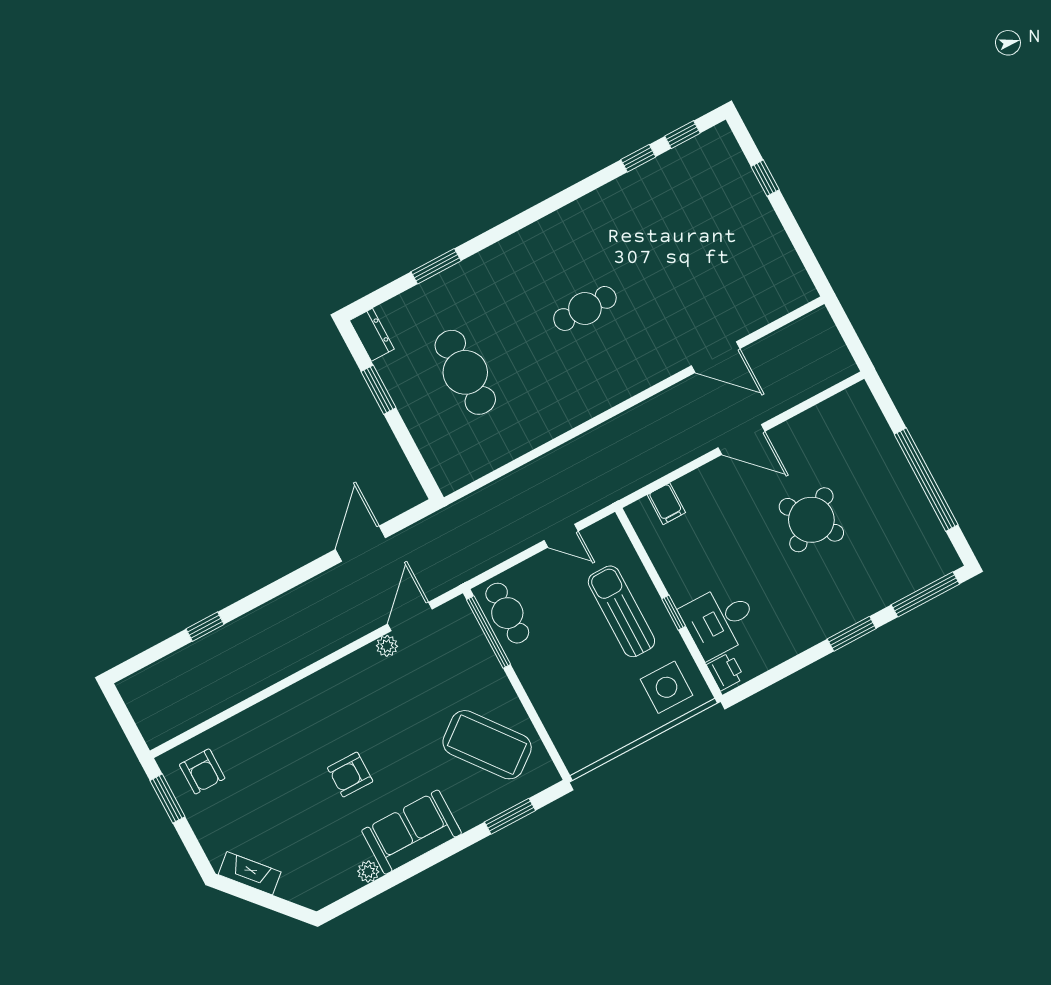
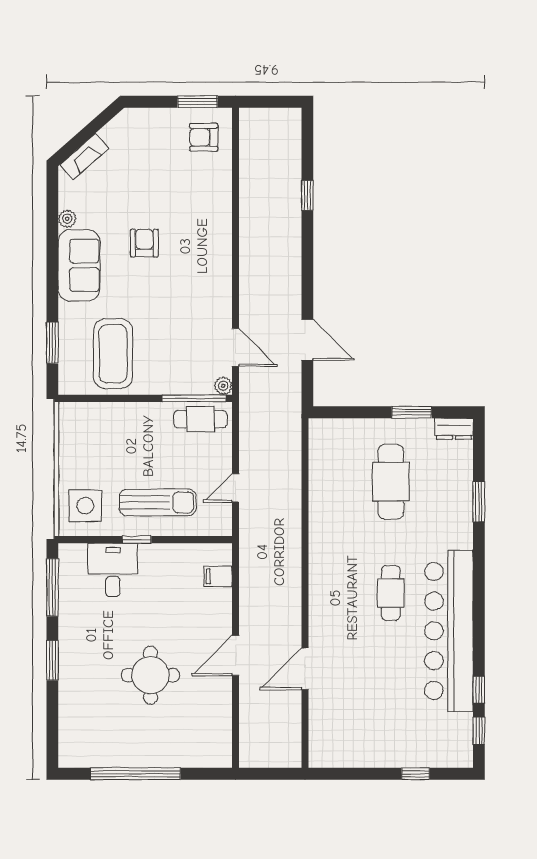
bar counter: (592, 224) -> (449, 631), added
cafe table: (465, 372) -> (391, 482), turned 90
round table: (811, 520) -> (150, 675), turned 33
window: (925, 594) -> (52, 587), moved
plant: (387, 646) -> (223, 386), moved
printer: (725, 672) -> (74, 554), removed
coffee table: (487, 745) -> (113, 354), turned -52
fireplace: (250, 873) -> (84, 157), moved

